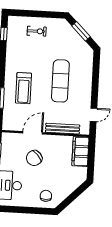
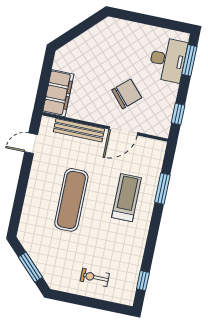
chair: (46, 196) -> (118, 37), removed

